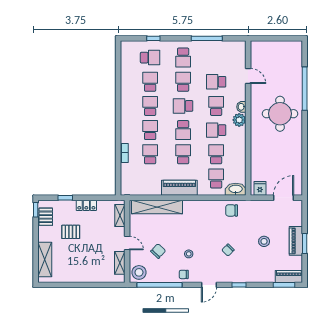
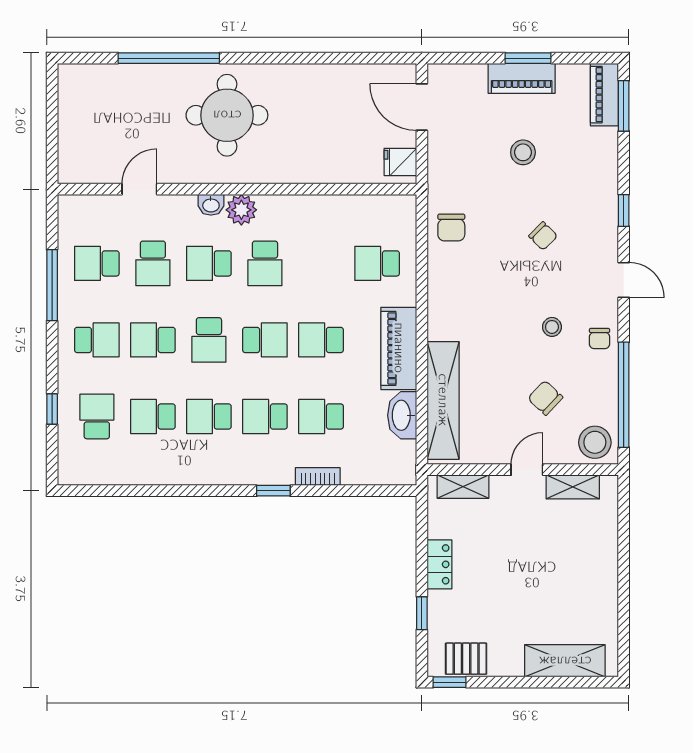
window: (118, 134) -> (273, 491), added
school desk: (216, 154) -> (97, 263), moved
washbasin: (236, 189) -> (402, 415), moved
pallet: (71, 232) -> (501, 601), removed

